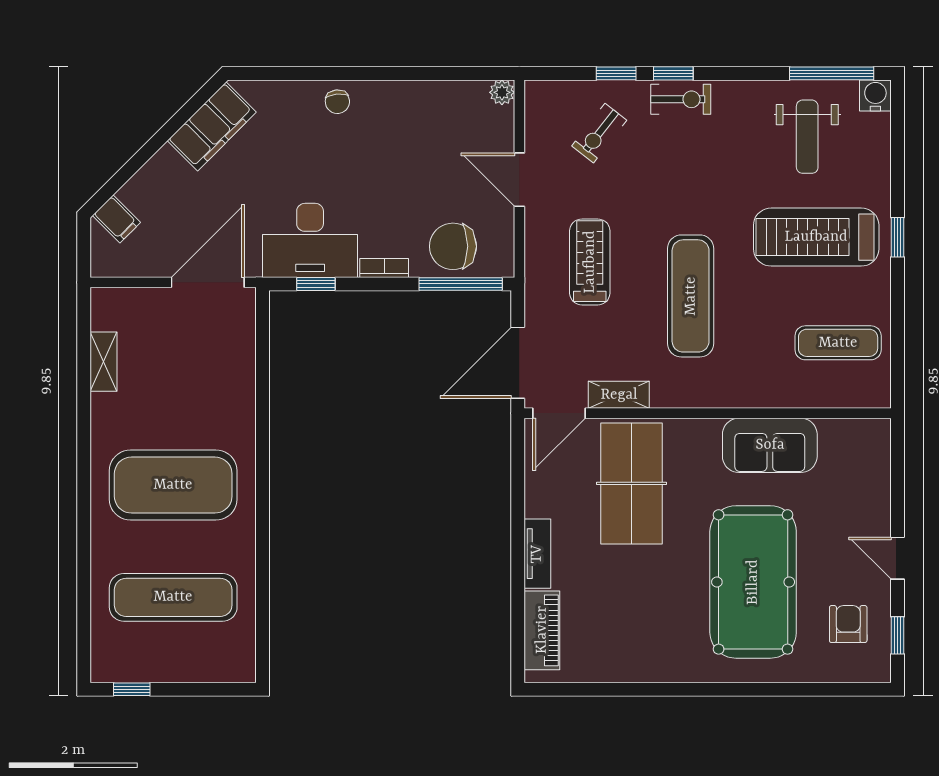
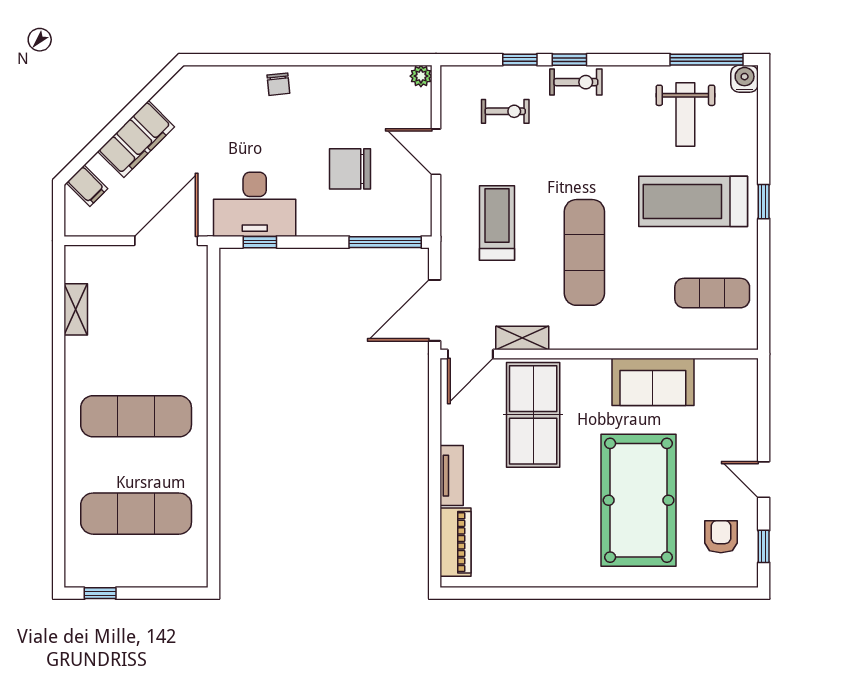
filing cabinet: (212, 126) -> (136, 139), moved
exercise bike: (599, 133) -> (505, 111), turned -128
chair: (453, 246) -> (350, 169), moved
bookcase: (384, 268) -> (319, 228), removed
exercise mat: (173, 485) -> (136, 416), width x0.68

